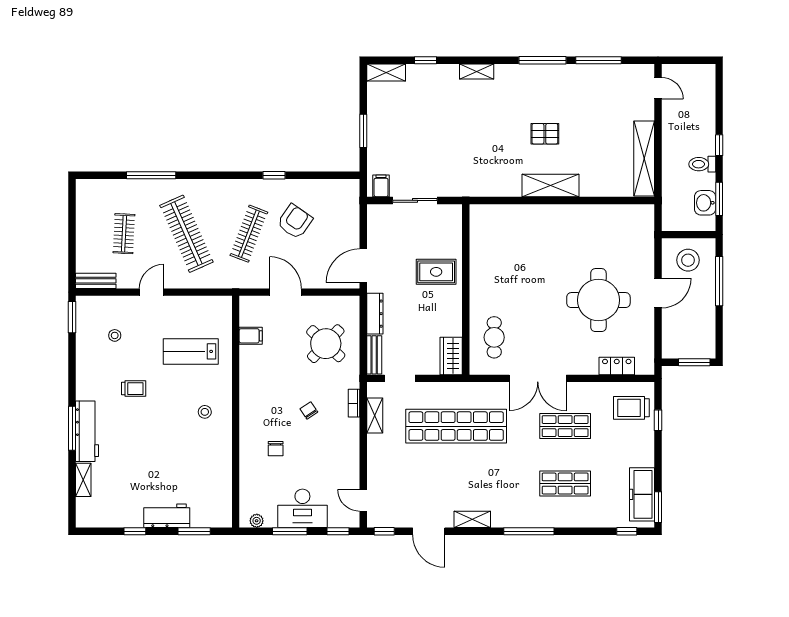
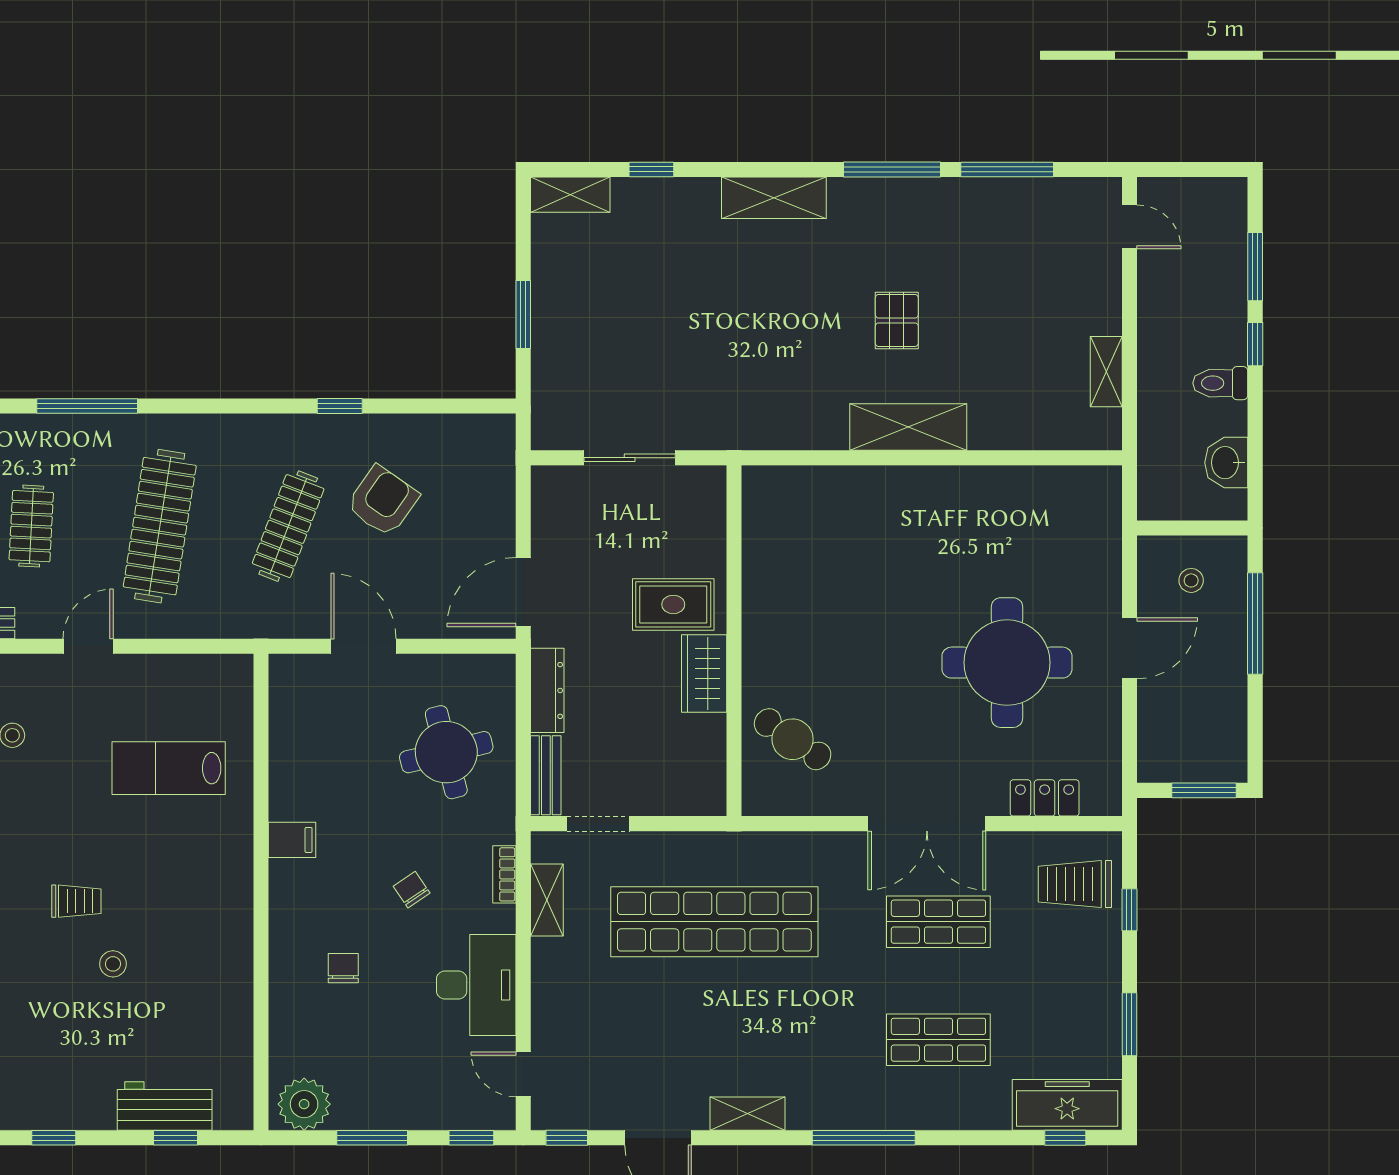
shelving: (477, 71) -> (774, 198), width x1.50, depth x1.33
pallet: (545, 134) -> (897, 320), turned 90
shelving: (644, 159) -> (1106, 372), width x0.45, depth x0.75
filing cabinet: (381, 186) -> (560, 428), removed
window: (719, 199) -> (1255, 267), moved
clothes rail: (186, 234) -> (160, 526), turned 33
stool: (688, 260) -> (1191, 580), width x0.53, depth x0.53
filing cabinet: (251, 336) -> (292, 840), moved
cafe table: (494, 337) -> (793, 739), turned -56
round table: (326, 344) -> (446, 752), turned 33
wardrobe: (451, 356) -> (704, 674), moved
double door: (538, 378) -> (927, 824), moved
trolley: (134, 389) -> (76, 901), moved
stool: (205, 412) -> (113, 964), moved
chair: (276, 449) -> (343, 968), turned 180
freezer: (642, 494) -> (1067, 1105), moved, turned 90
window: (658, 507) -> (1129, 1024), moved
desk: (302, 508) -> (476, 985), moved, turned -90
workbench: (167, 516) -> (165, 1106), moved
plant: (257, 521) -> (304, 1104), width x1.88, depth x1.88
window: (194, 531) -> (176, 1138), width x0.67

